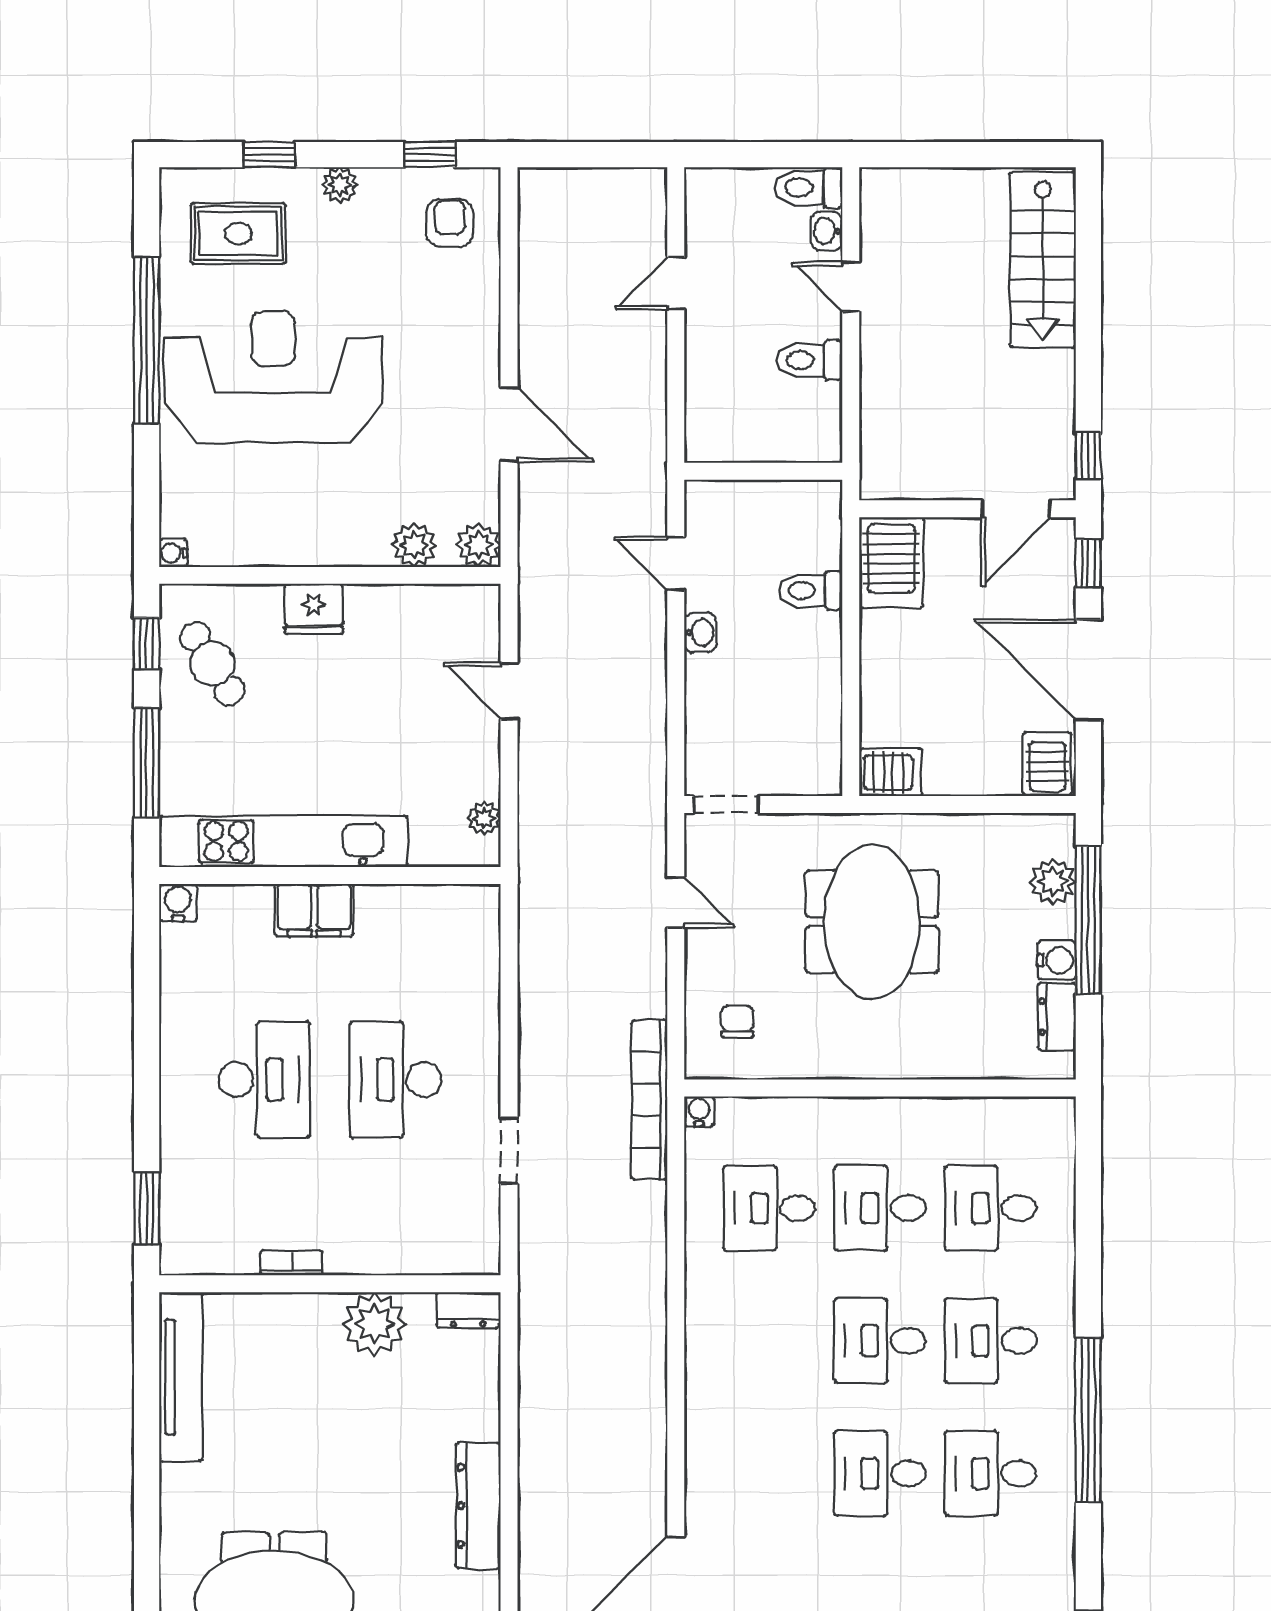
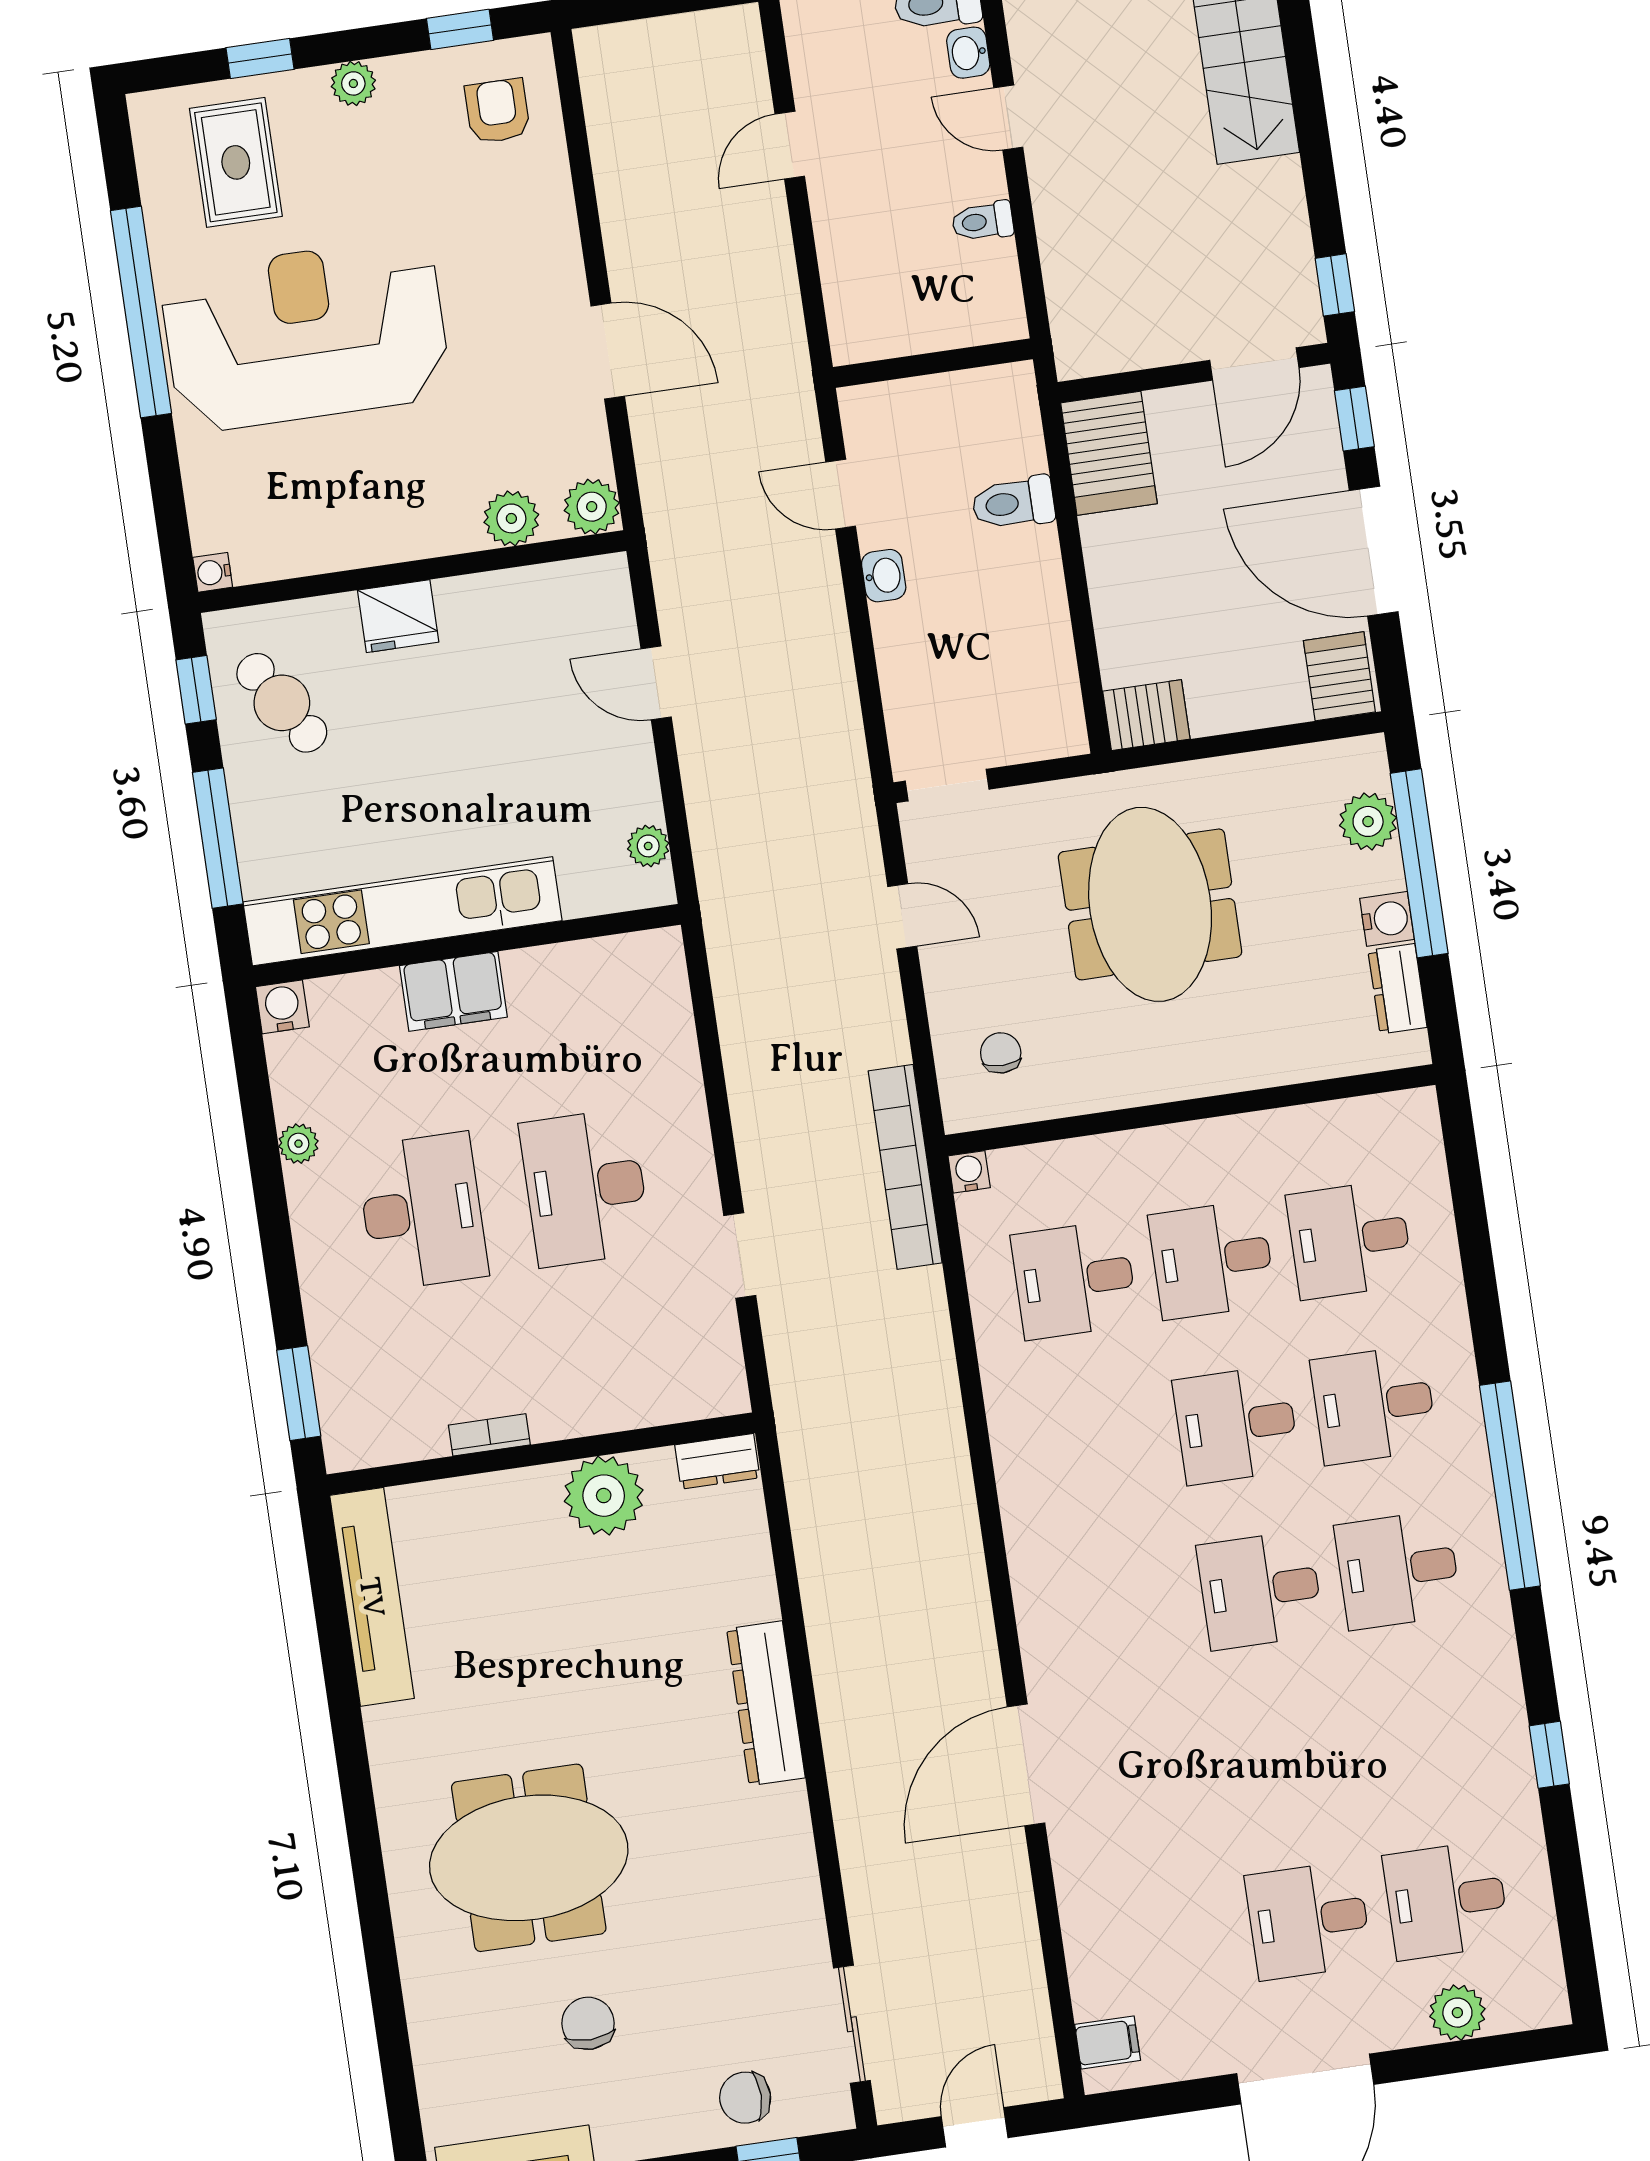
rug: (238, 233) -> (236, 162), turned 90
toilet: (809, 360) -> (983, 221), width x0.73, depth x0.72
plant: (175, 1012) -> (298, 1144), added

